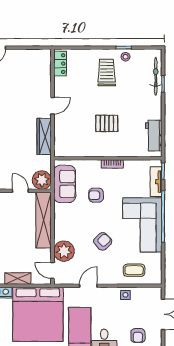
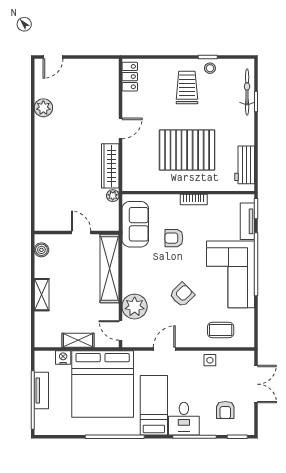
pallet: (107, 123) -> (187, 150), width x2.05, depth x2.00
plant: (42, 180) -> (113, 196), moved, width x0.53, depth x0.53

